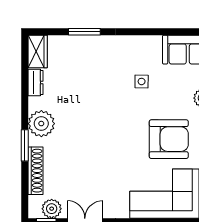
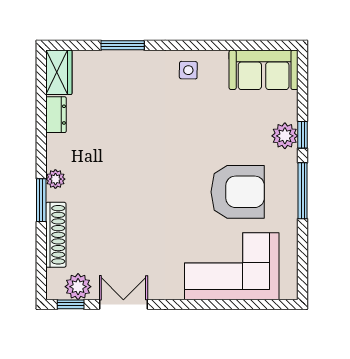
side table: (142, 81) -> (188, 70), moved
plant: (41, 124) -> (55, 179), width x0.53, depth x0.53

